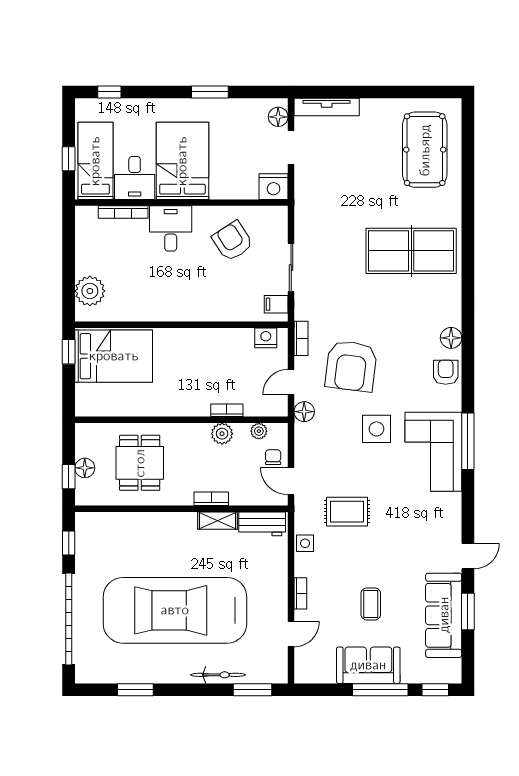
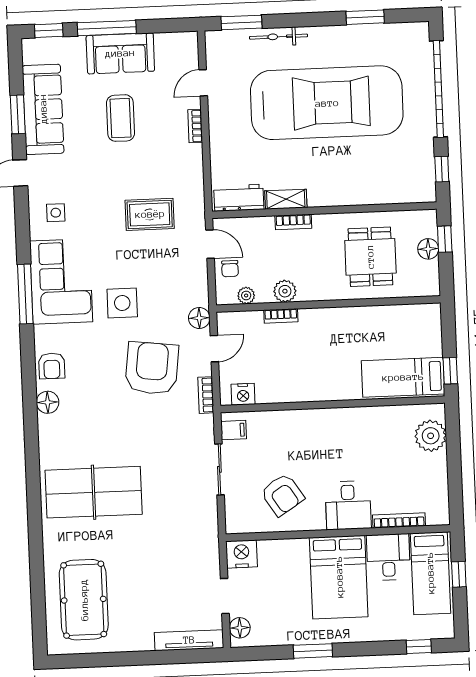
bed: (114, 356) -> (403, 377), width x0.67
side table: (305, 543) -> (56, 213), moved
coffee table: (371, 604) -> (121, 118), width x1.36, depth x1.30

